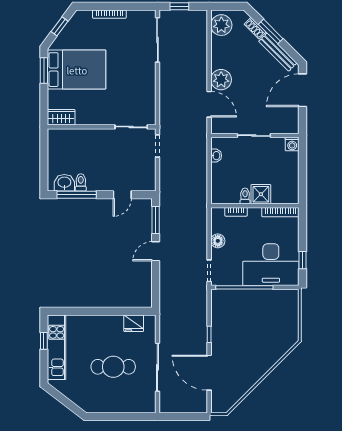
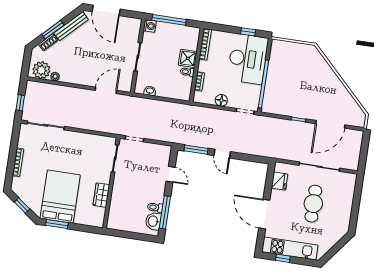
plant: (221, 80) -> (55, 76), moved, width x0.53, depth x0.53
wardrobe: (61, 117) -> (101, 195), moved
window: (303, 166) -> (169, 20), added
door: (92, 311) -> (264, 214), added

